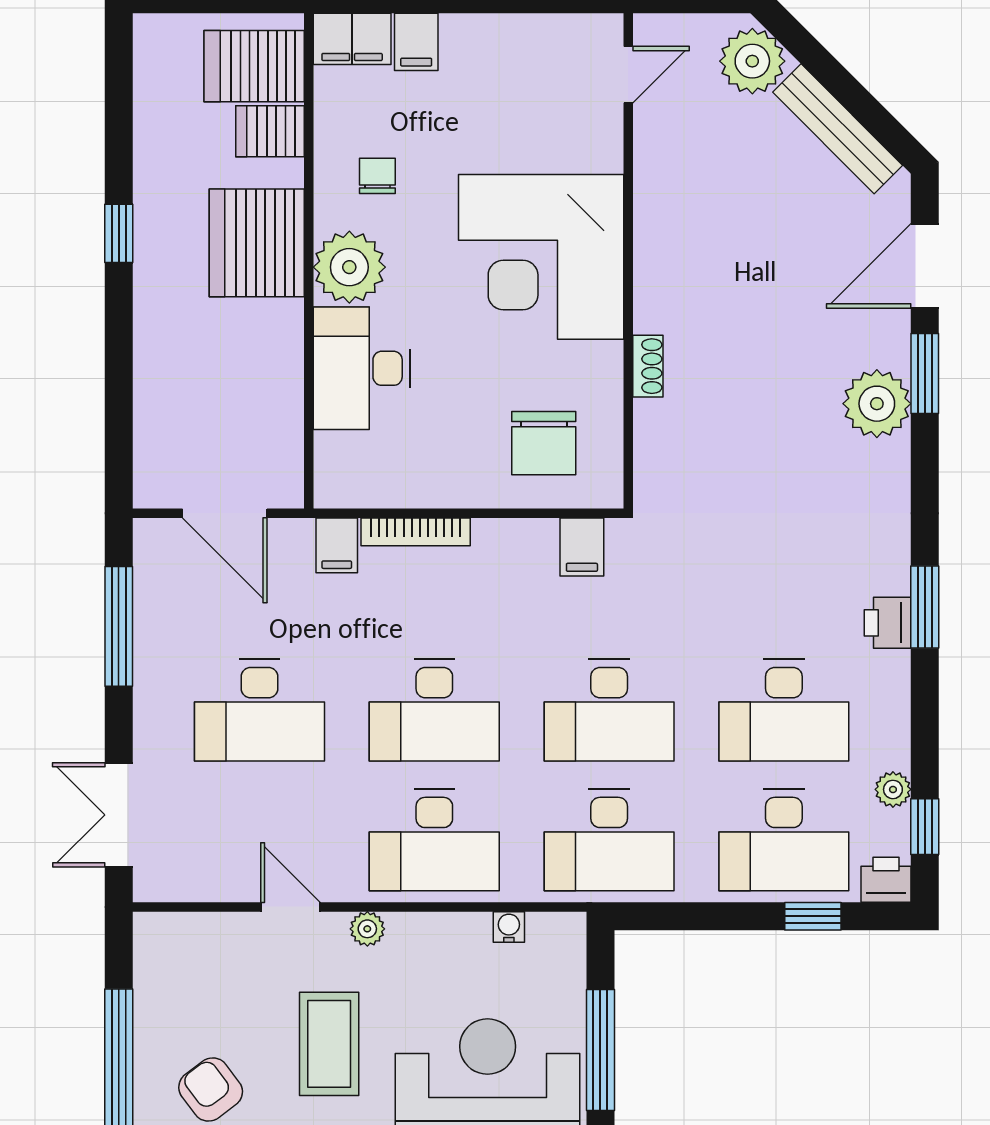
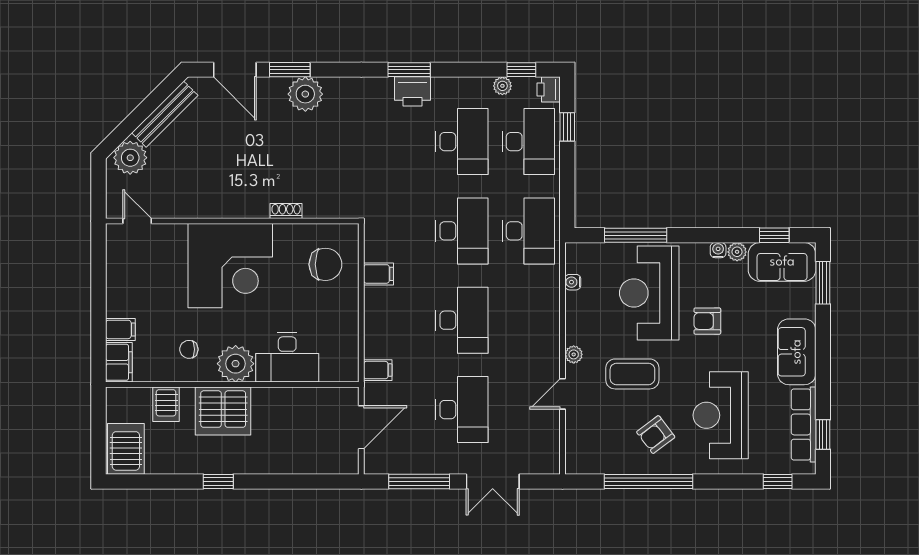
server rack: (254, 66) -> (126, 449), moved, turned 180
bookcase: (416, 532) -> (371, 330), removed
filing cabinet: (582, 547) -> (378, 274), moved
printer: (888, 623) -> (413, 91), width x1.36, depth x1.24
double door: (119, 815) -> (493, 481), moved
desk: (434, 840) -> (528, 320), removed

